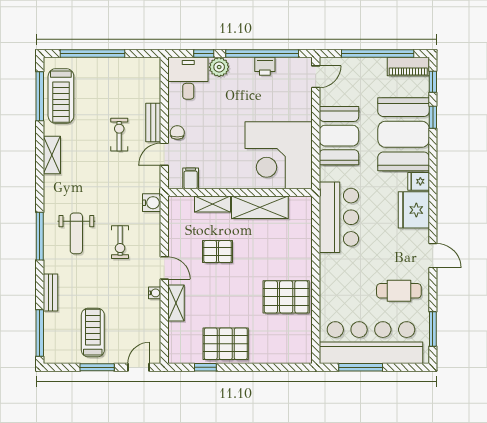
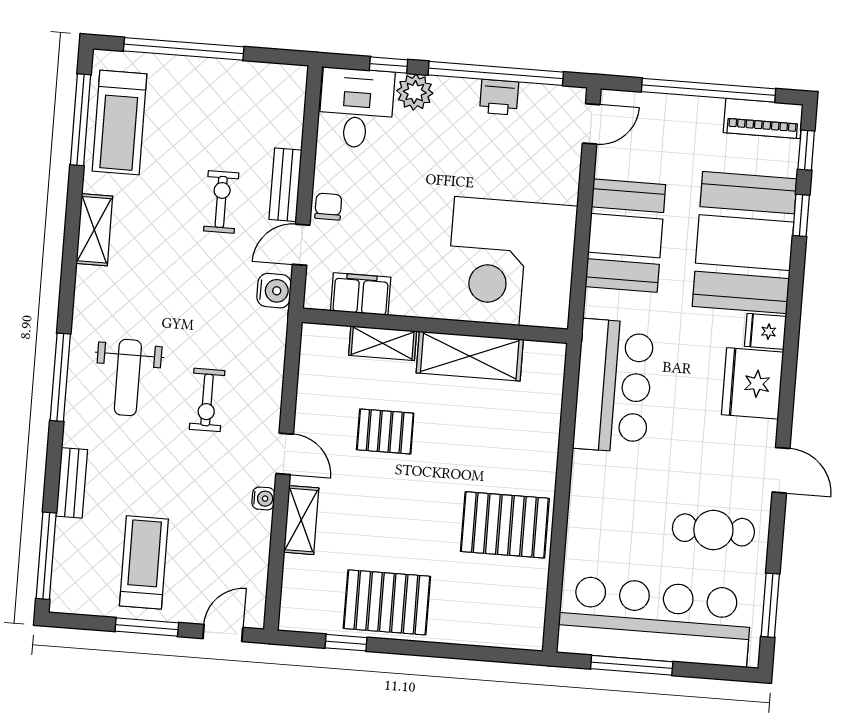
filing cabinet: (191, 178) -> (361, 294), width x2.00
water cooler: (152, 203) -> (274, 291), moved

